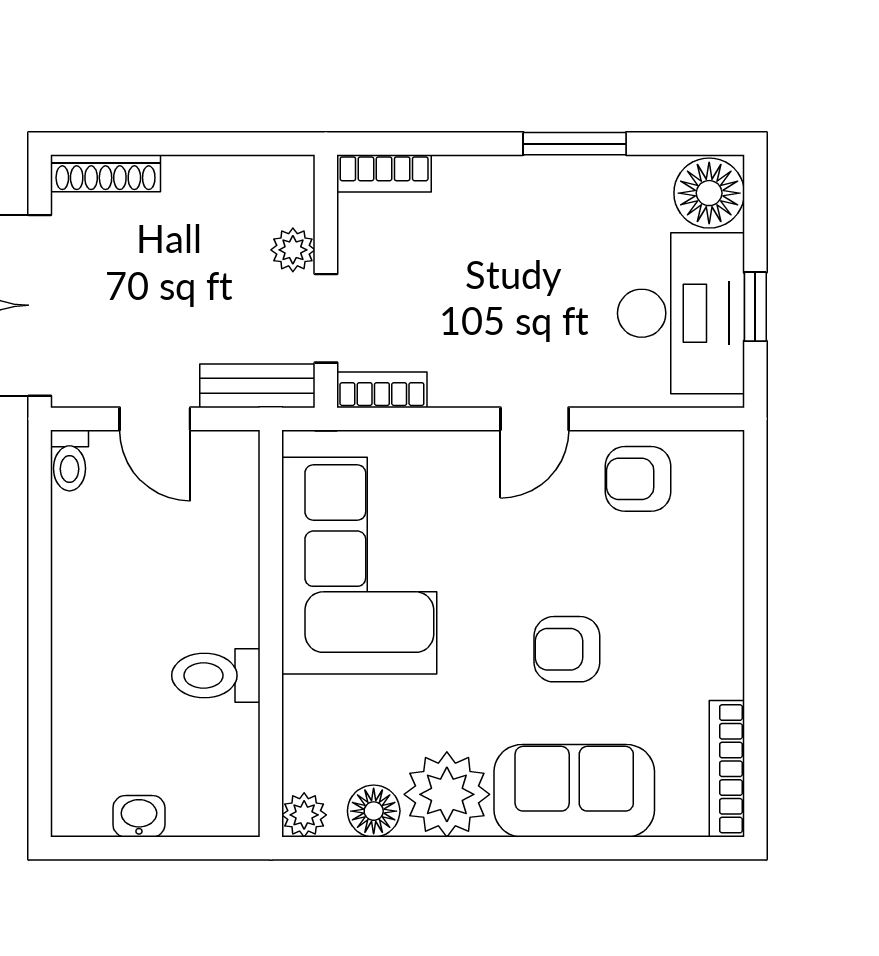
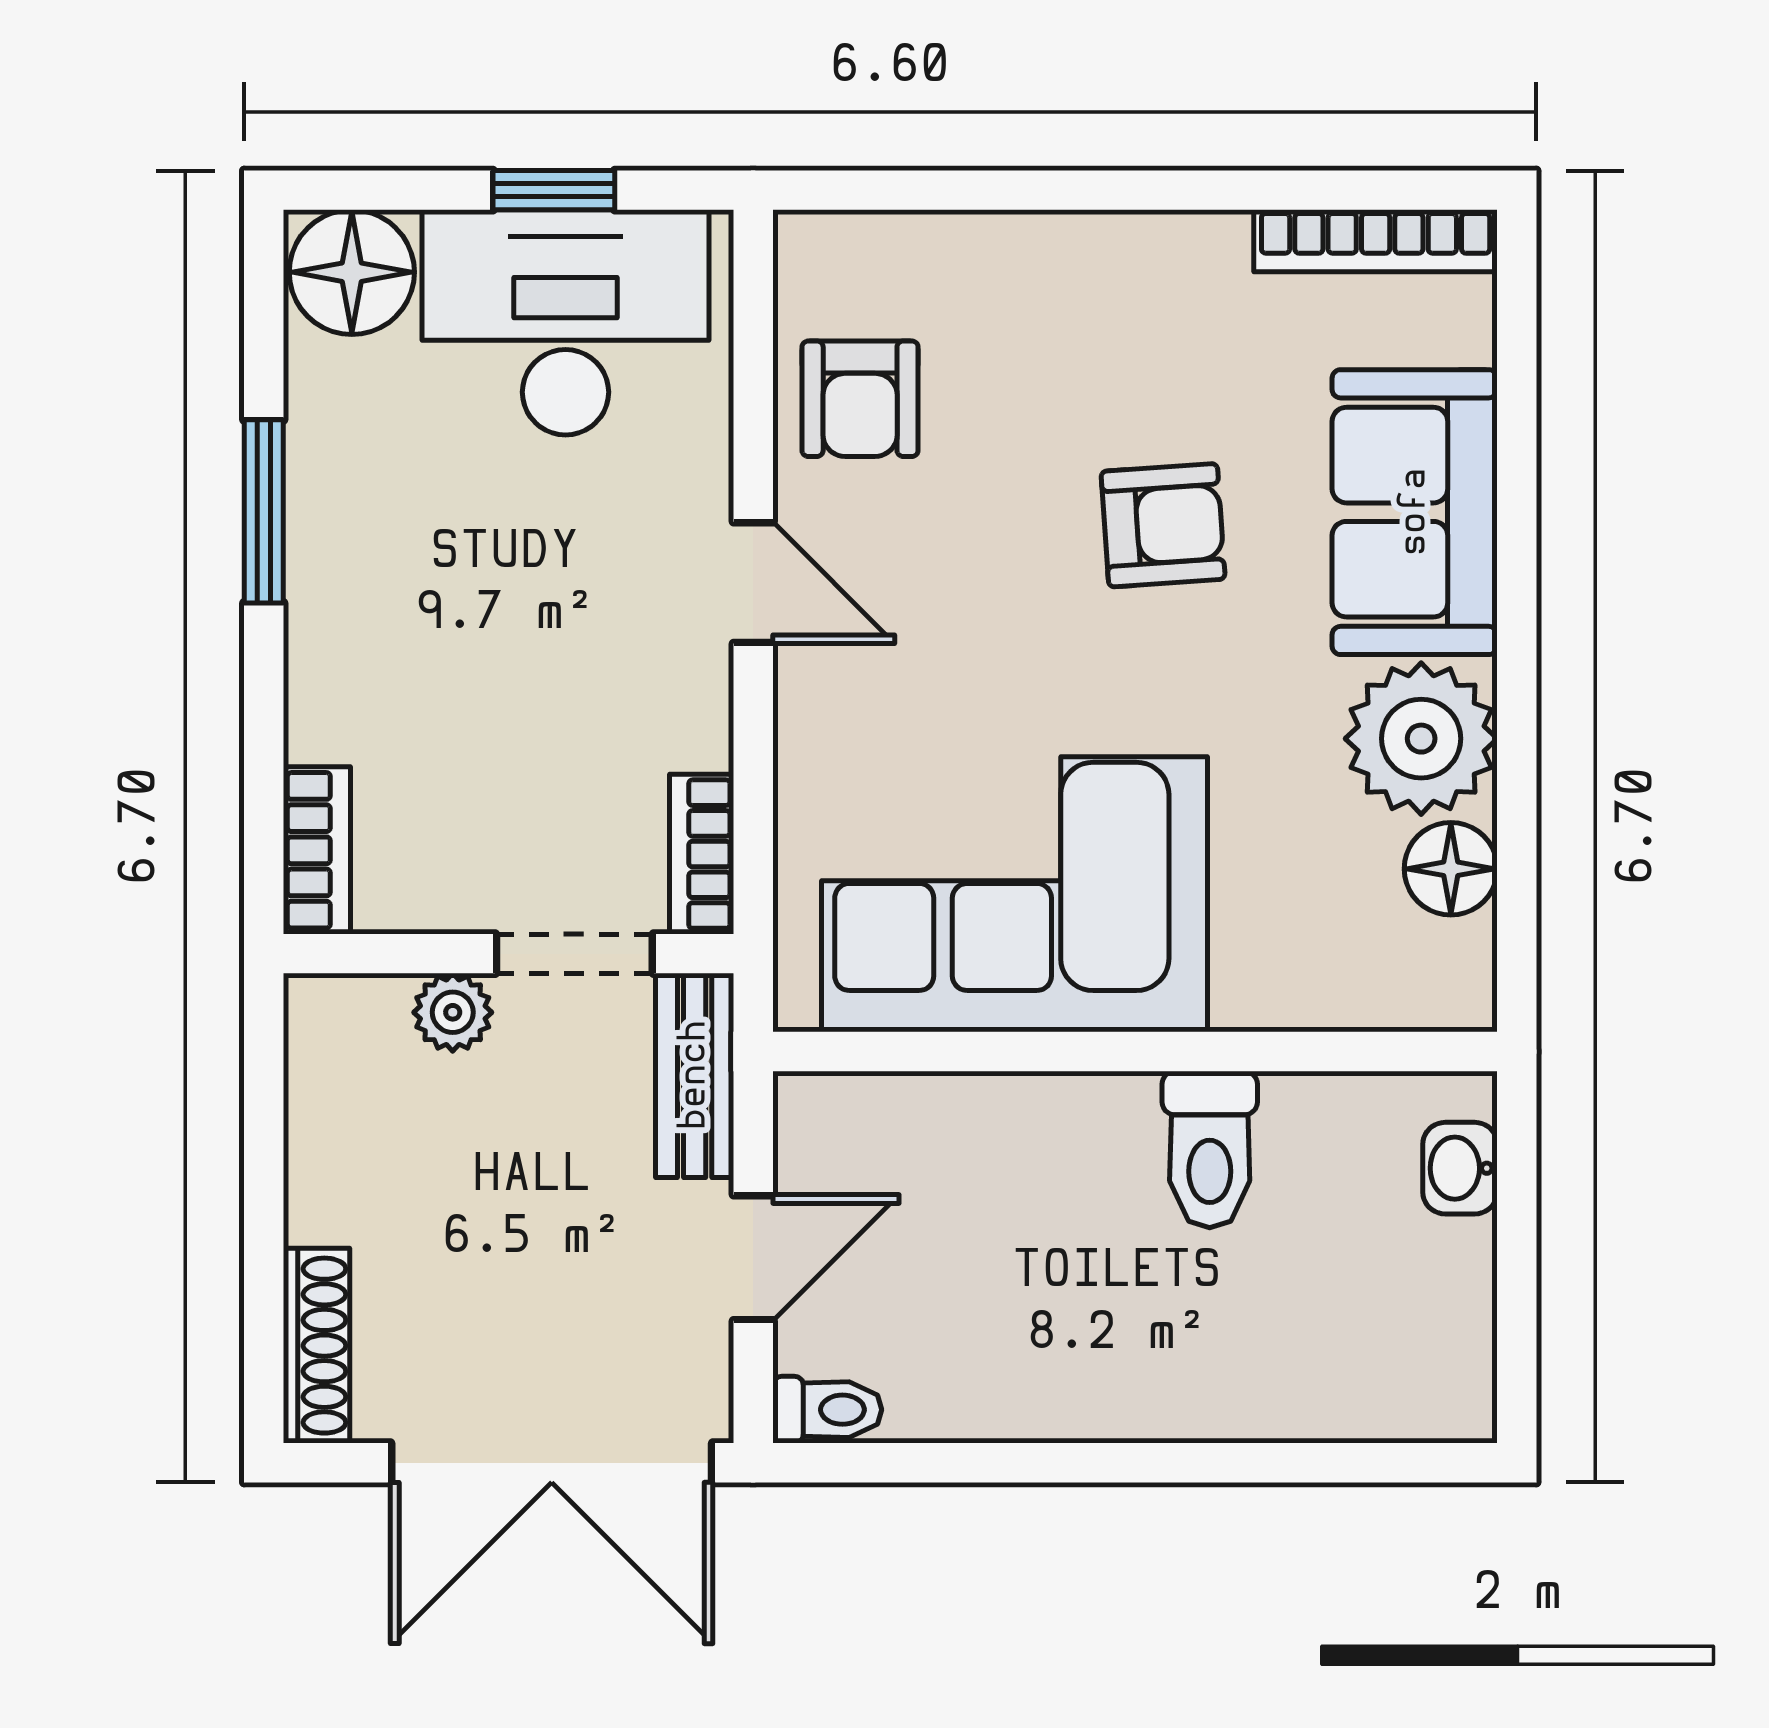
armchair: (567, 649) -> (1163, 525), turned -94
plant: (304, 815) -> (1458, 992), removed
washbasin: (139, 816) -> (1460, 1168), moved

